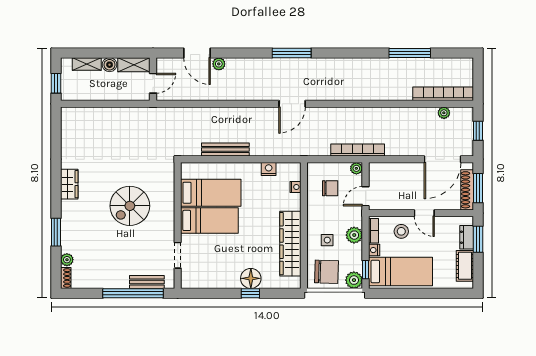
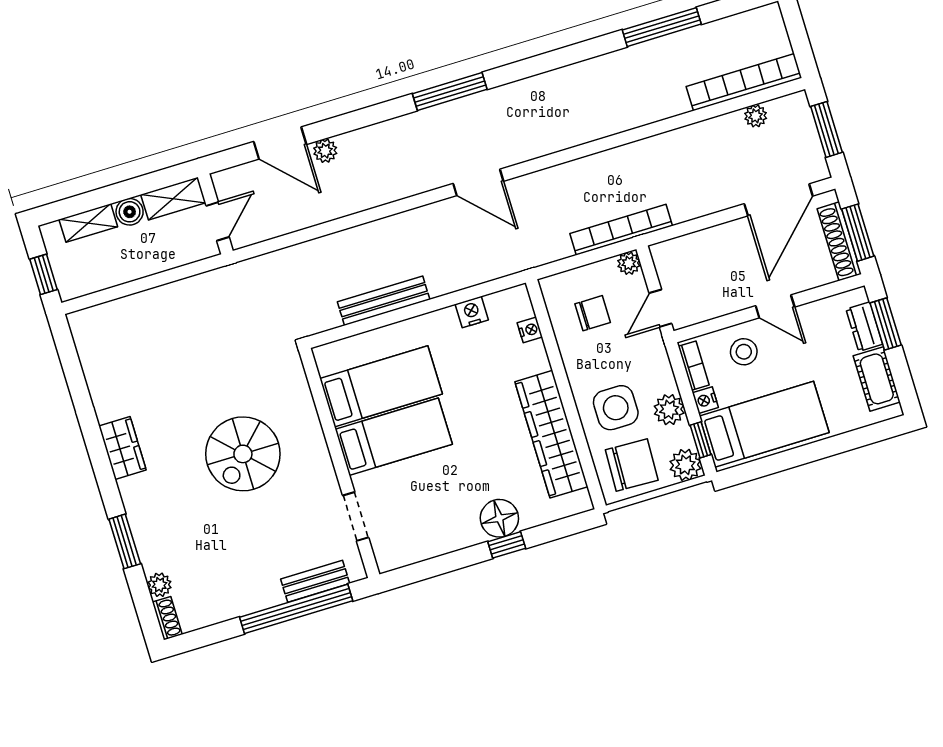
door: (292, 104) -> (478, 182), hinge flipped
window: (478, 131) -> (826, 129), width x1.50
plant: (354, 235) -> (669, 410), moved
side table: (327, 240) -> (616, 408), width x1.87, depth x1.87

